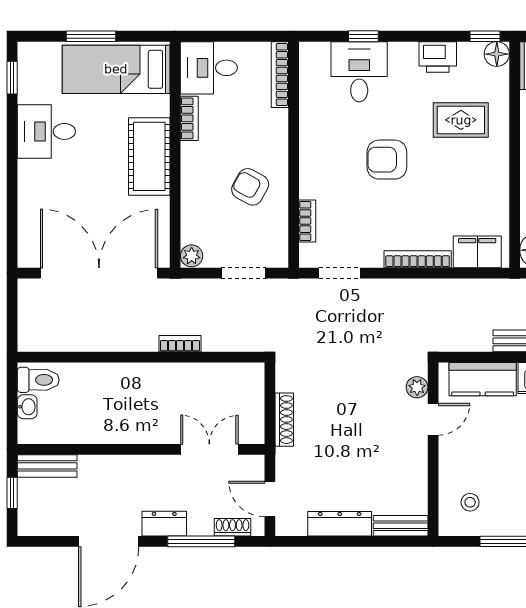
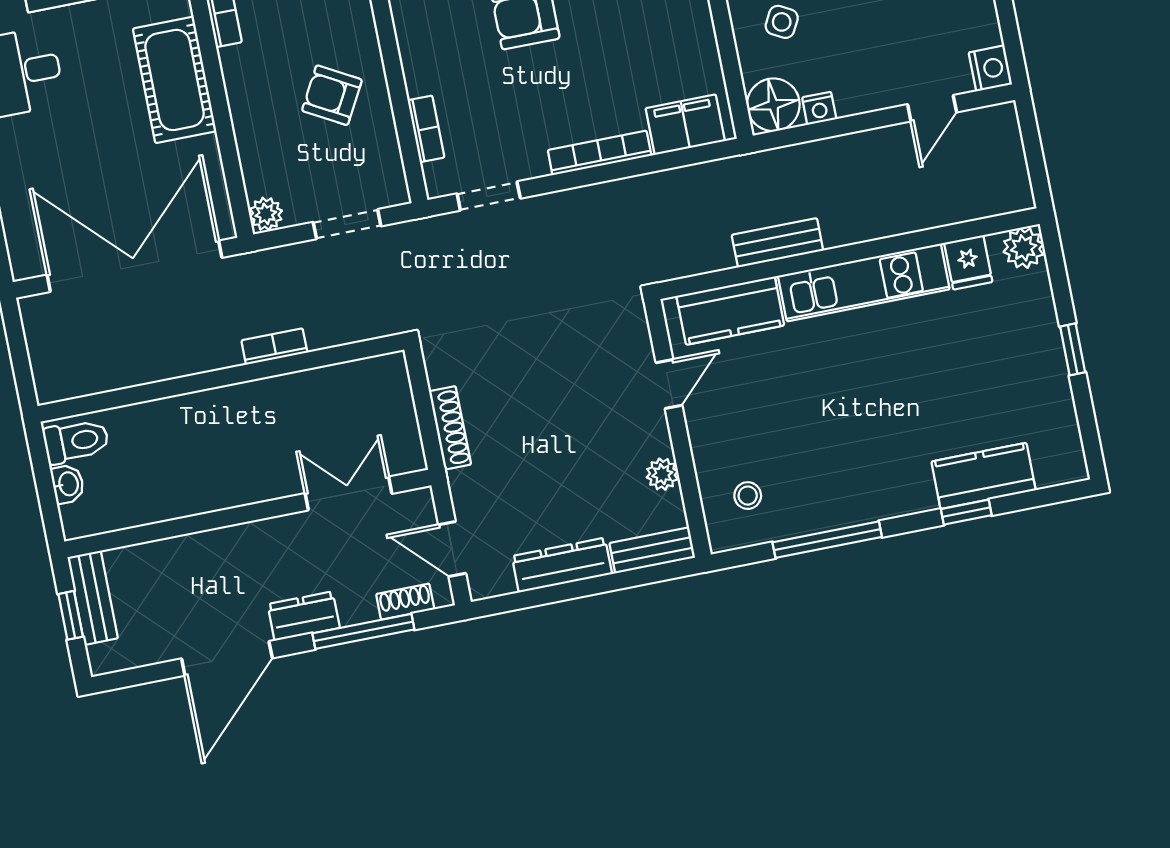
plant: (417, 387) -> (662, 474), moved
bench: (47, 466) -> (93, 598), moved, turned 90

